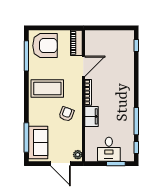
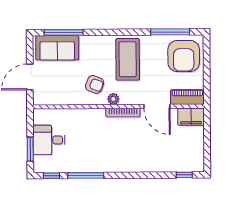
filing cabinet: (92, 116) -> (191, 117), moved
plant: (78, 155) -> (113, 99), moved

